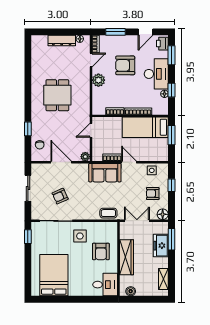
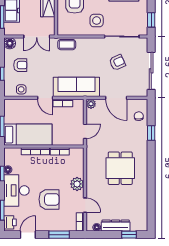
window: (49, 32) -> (129, 235), added
door: (91, 60) -> (85, 205), swing flipped
sofa: (105, 173) -> (76, 87), width x1.36
sliding door: (28, 188) -> (151, 71), width x1.37

